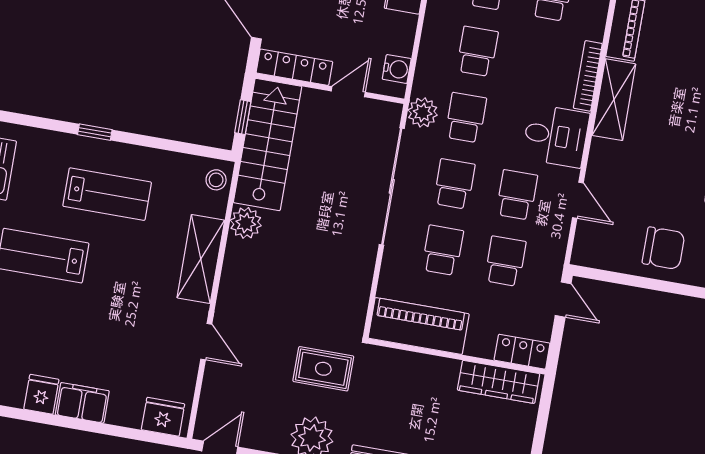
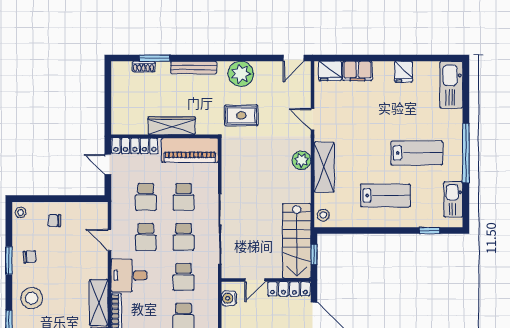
plant: (423, 112) -> (209, 275), removed
window: (95, 132) -> (429, 231), moved
lab bench: (107, 194) -> (385, 195), turned 180
plant: (246, 223) -> (301, 160), moved
chair: (664, 248) -> (55, 221), width x0.54, depth x0.54
door: (563, 300) -> (108, 165), moved
locker: (522, 352) -> (135, 146), width x1.53
wardrobe: (499, 382) -> (172, 126), moved
filing cabinet: (82, 403) -> (357, 71), moved

